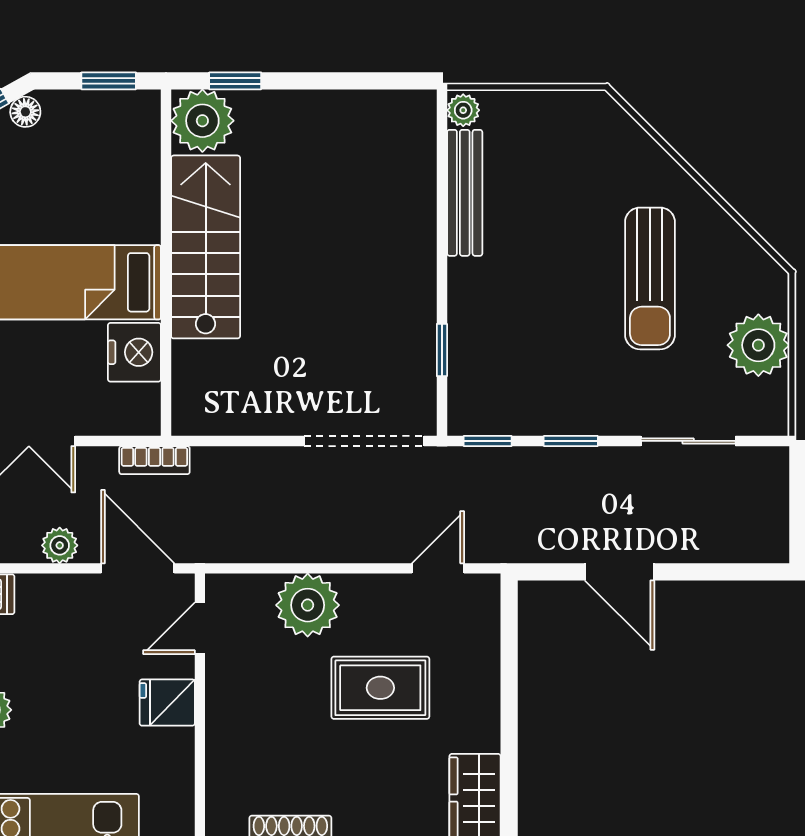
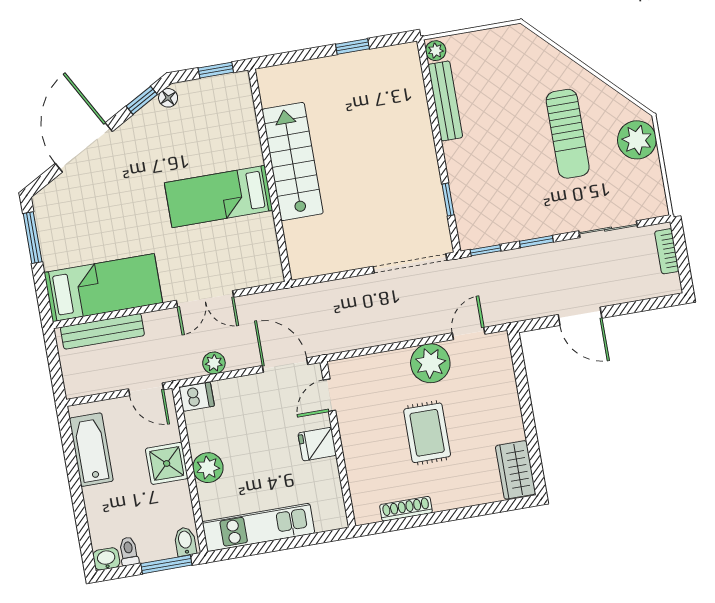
window: (235, 81) -> (352, 47), moved
plant: (202, 121) -> (277, 85), removed
plant: (758, 345) -> (637, 140), moved
nightstand: (134, 352) -> (260, 233), removed
bookcase: (154, 460) -> (667, 251), moved, turned 90
plant: (60, 545) -> (214, 363), moved
plant: (308, 605) -> (430, 363), moved
rug: (380, 688) -> (427, 433), moved, turned 90

